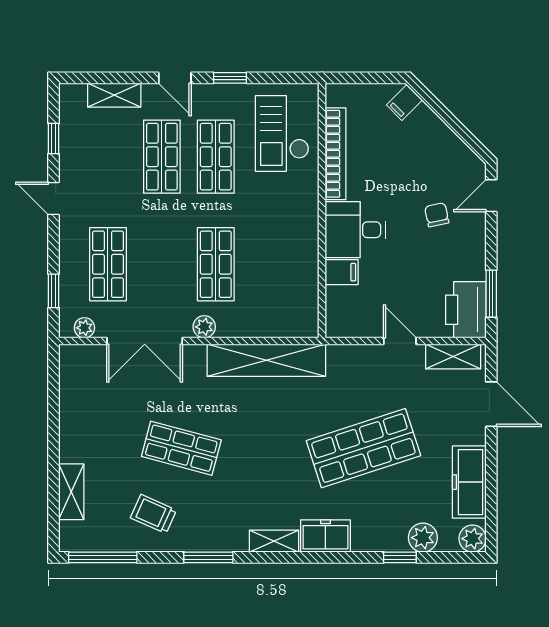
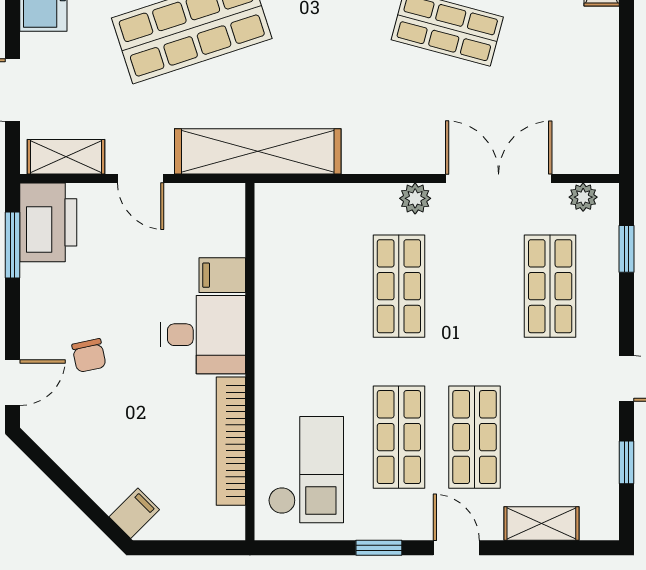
shelving: (266, 360) -> (258, 151), moved

